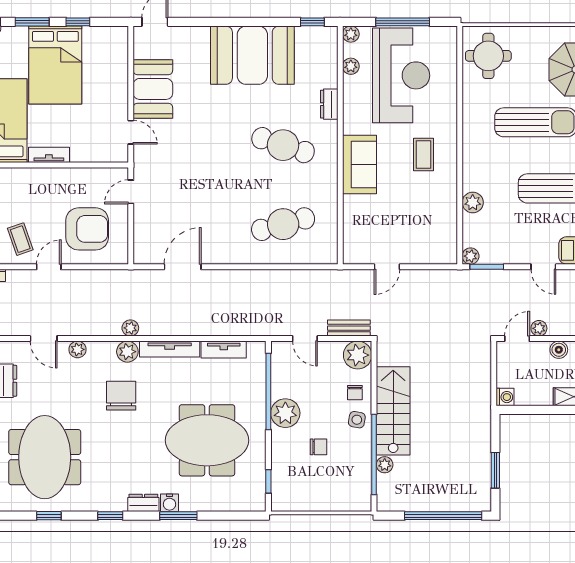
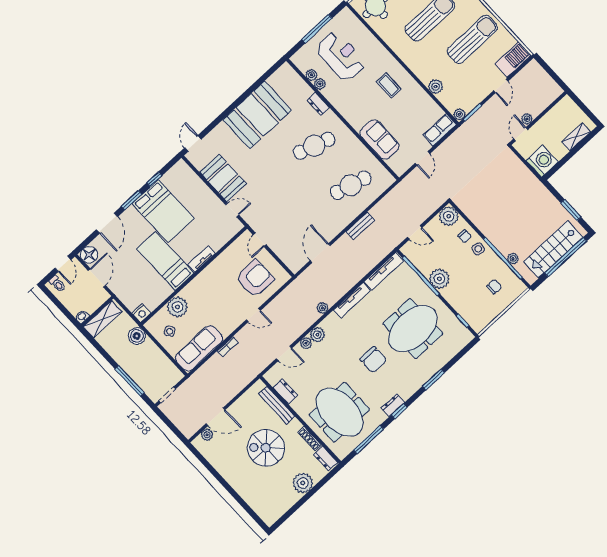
window: (312, 22) -> (272, 71), removed
plant: (351, 34) -> (320, 84), moved
reception desk: (401, 75) -> (341, 56), width x0.74, depth x0.77
sofa: (360, 165) -> (379, 140), moved
cafe table: (283, 224) -> (351, 185), turned 30
coffee table: (20, 239) -> (226, 314), removed
row of seats: (434, 253) -> (440, 130), added
door: (49, 267) -> (253, 315), swing flipped
door: (543, 267) -> (501, 86), hinge flipped
bench: (349, 328) -> (360, 226), moved
tv unit: (224, 350) -> (384, 271), width x1.41
boiler: (559, 350) -> (547, 120), removed
plant: (127, 352) -> (317, 335), moved
chair: (121, 396) -> (373, 360), moved, turned 180
washing machine: (505, 397) -> (542, 161), width x1.89, depth x1.89
stairs: (393, 411) -> (553, 249), moved, turned -90
chair: (318, 447) -> (494, 287), moved
dresser: (143, 503) -> (393, 405), moved
water cooler: (169, 503) -> (423, 377), removed
window: (49, 516) -> (369, 440), width x2.17

